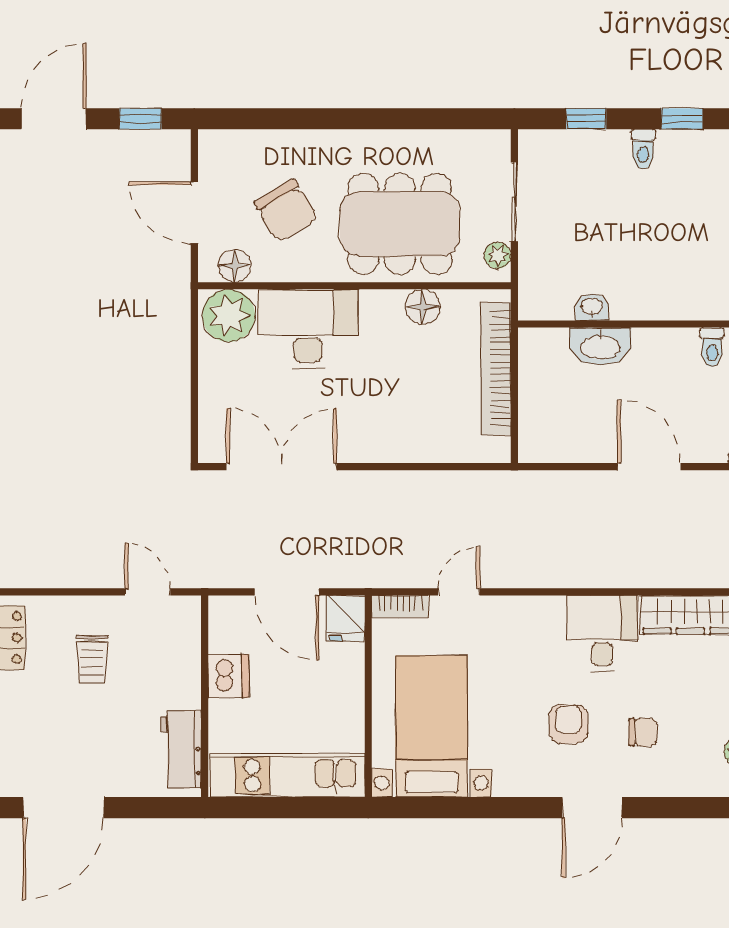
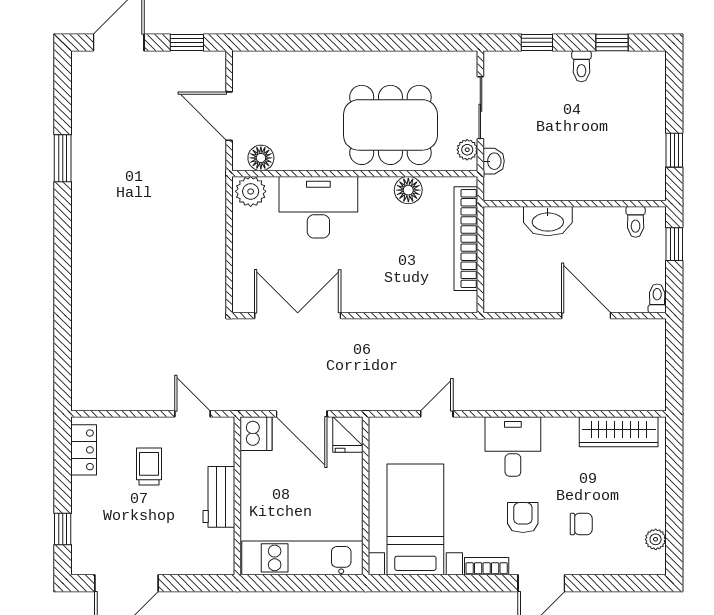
chair: (286, 211) -> (301, 115), removed
washbasin: (592, 307) -> (494, 161), moved, turned 90
plant: (229, 316) -> (251, 191), width x0.73, depth x0.73
bookcase: (400, 607) -> (487, 566), moved, turned 180
desk: (602, 633) -> (513, 446), moved
trolley: (92, 659) -> (149, 466), turned 180
dishwasher: (228, 676) -> (256, 434), moved
workbench: (181, 749) -> (219, 497), moved

